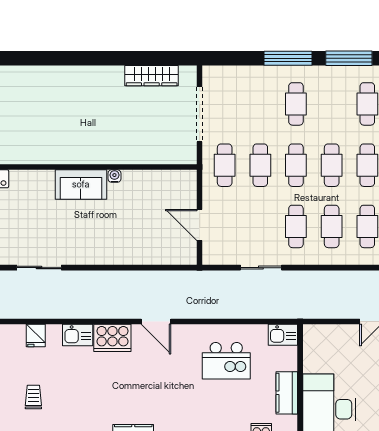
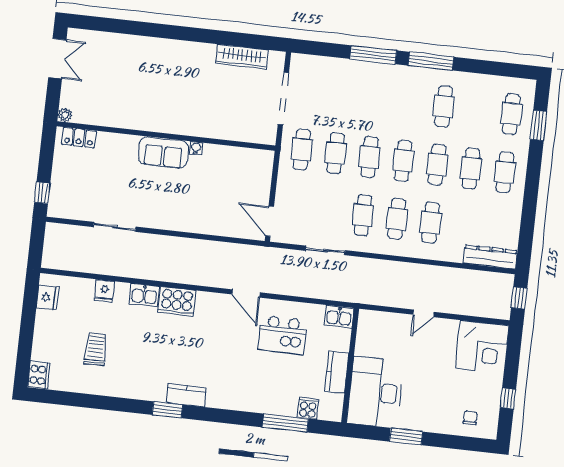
cafe table: (296, 104) -> (376, 99), removed
door: (200, 225) -> (270, 221), moved
door: (156, 322) -> (246, 293), moved
trolley: (33, 397) -> (96, 349), width x1.36, depth x1.39

